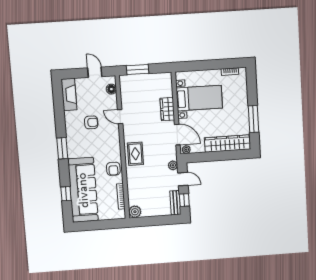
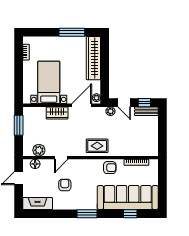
window: (138, 70) -> (19, 125), moved
door: (183, 179) -> (124, 103), swing flipped
plant: (135, 212) -> (39, 150), moved

